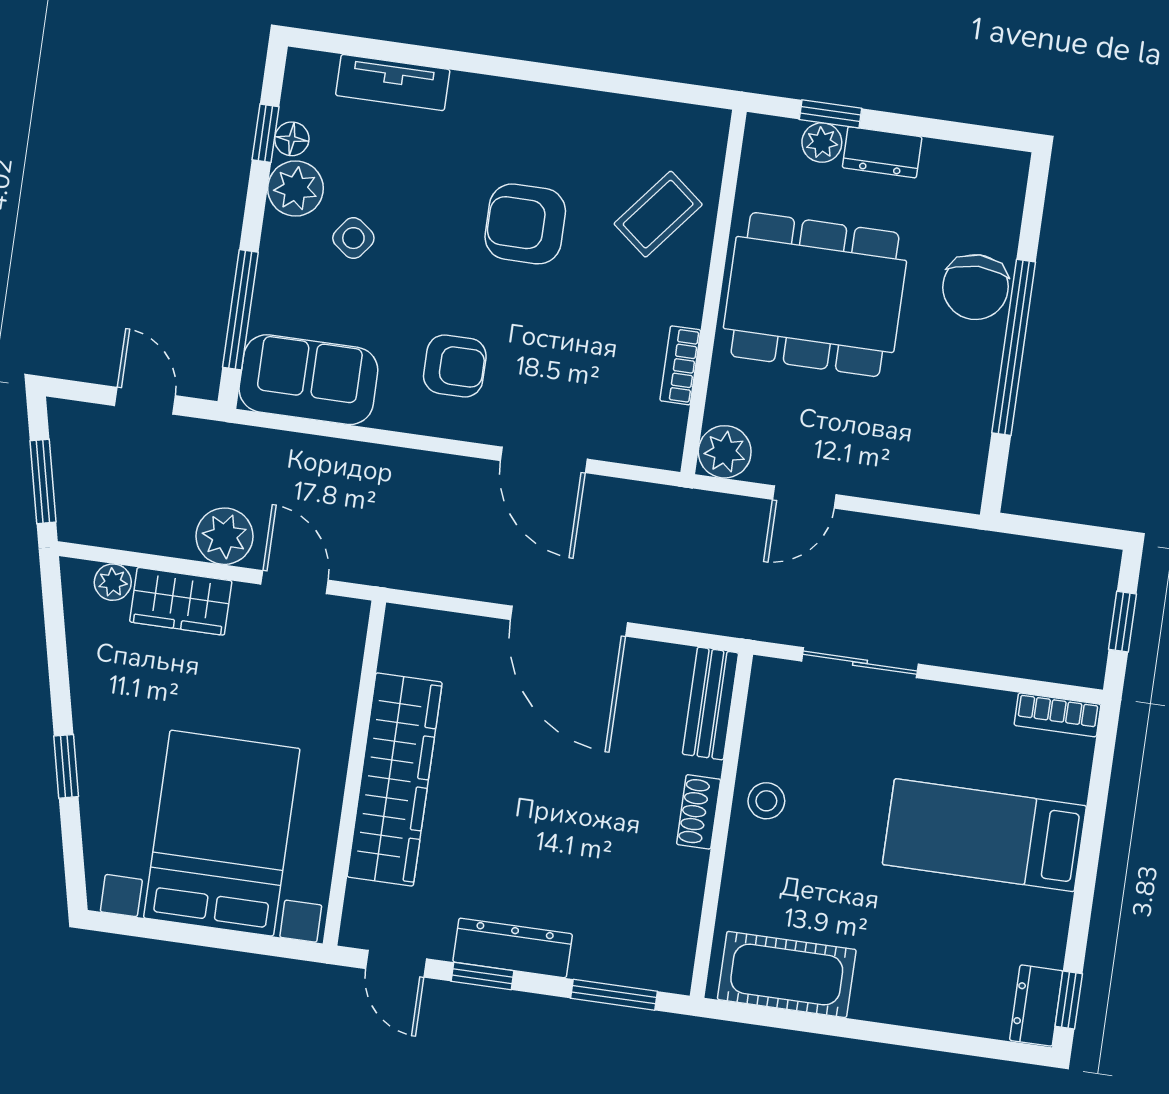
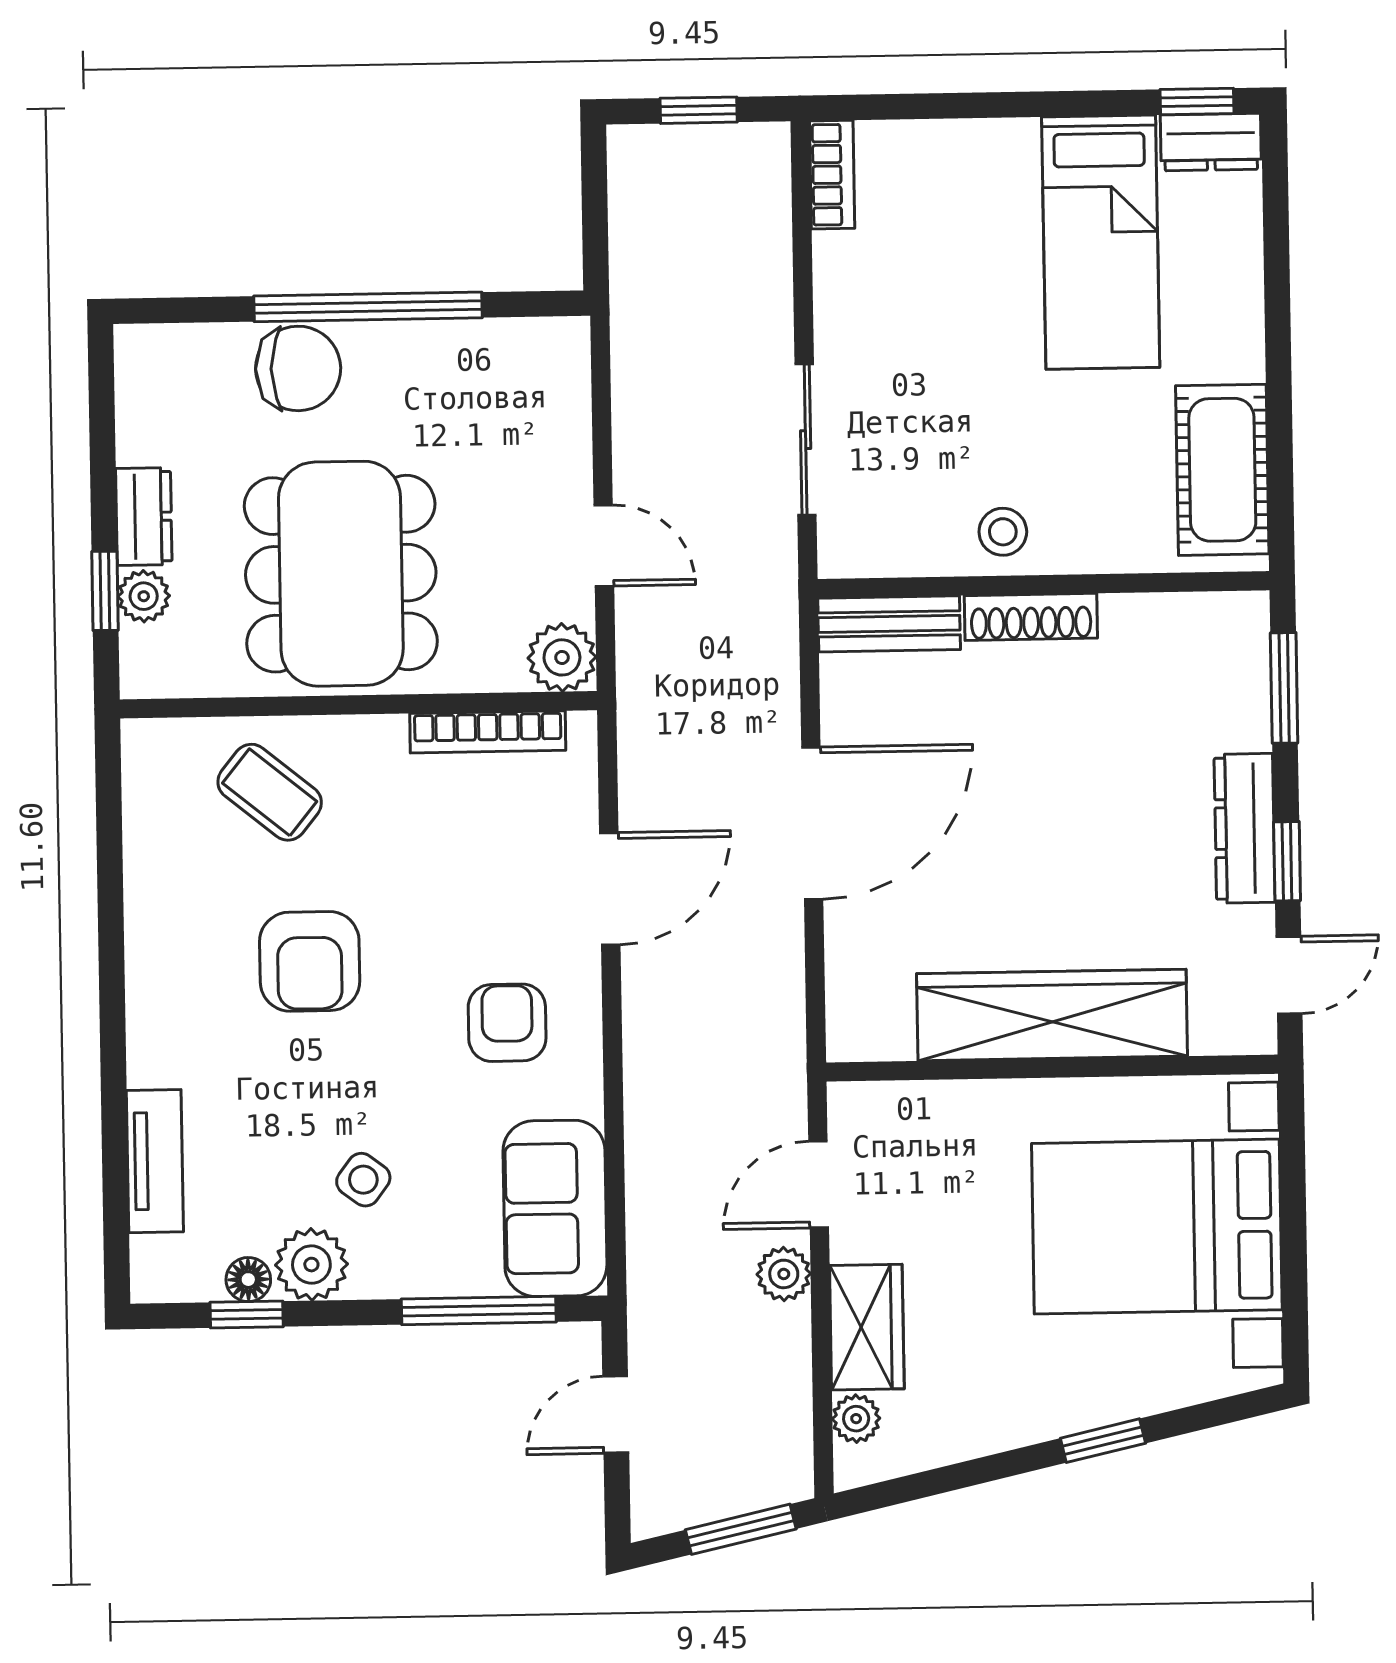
bookcase: (680, 365) -> (488, 732), width x1.56
plant: (224, 536) -> (784, 1274), width x0.73, depth x0.73
shoe rack: (699, 812) -> (1031, 617), width x1.43
bed: (984, 835) -> (1101, 242), moved

